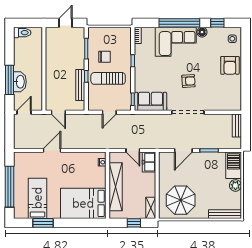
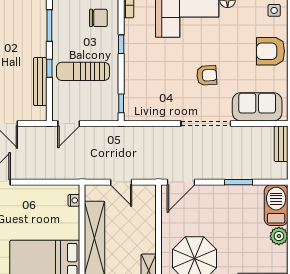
chair: (104, 57) -> (98, 18), moved
armchair: (230, 65) -> (271, 51), turned 90
sofa: (150, 101) -> (257, 107), moved
door: (109, 112) -> (69, 124), moved
door: (183, 150) -> (181, 182), moved
freezer: (149, 162) -> (146, 200), removed

